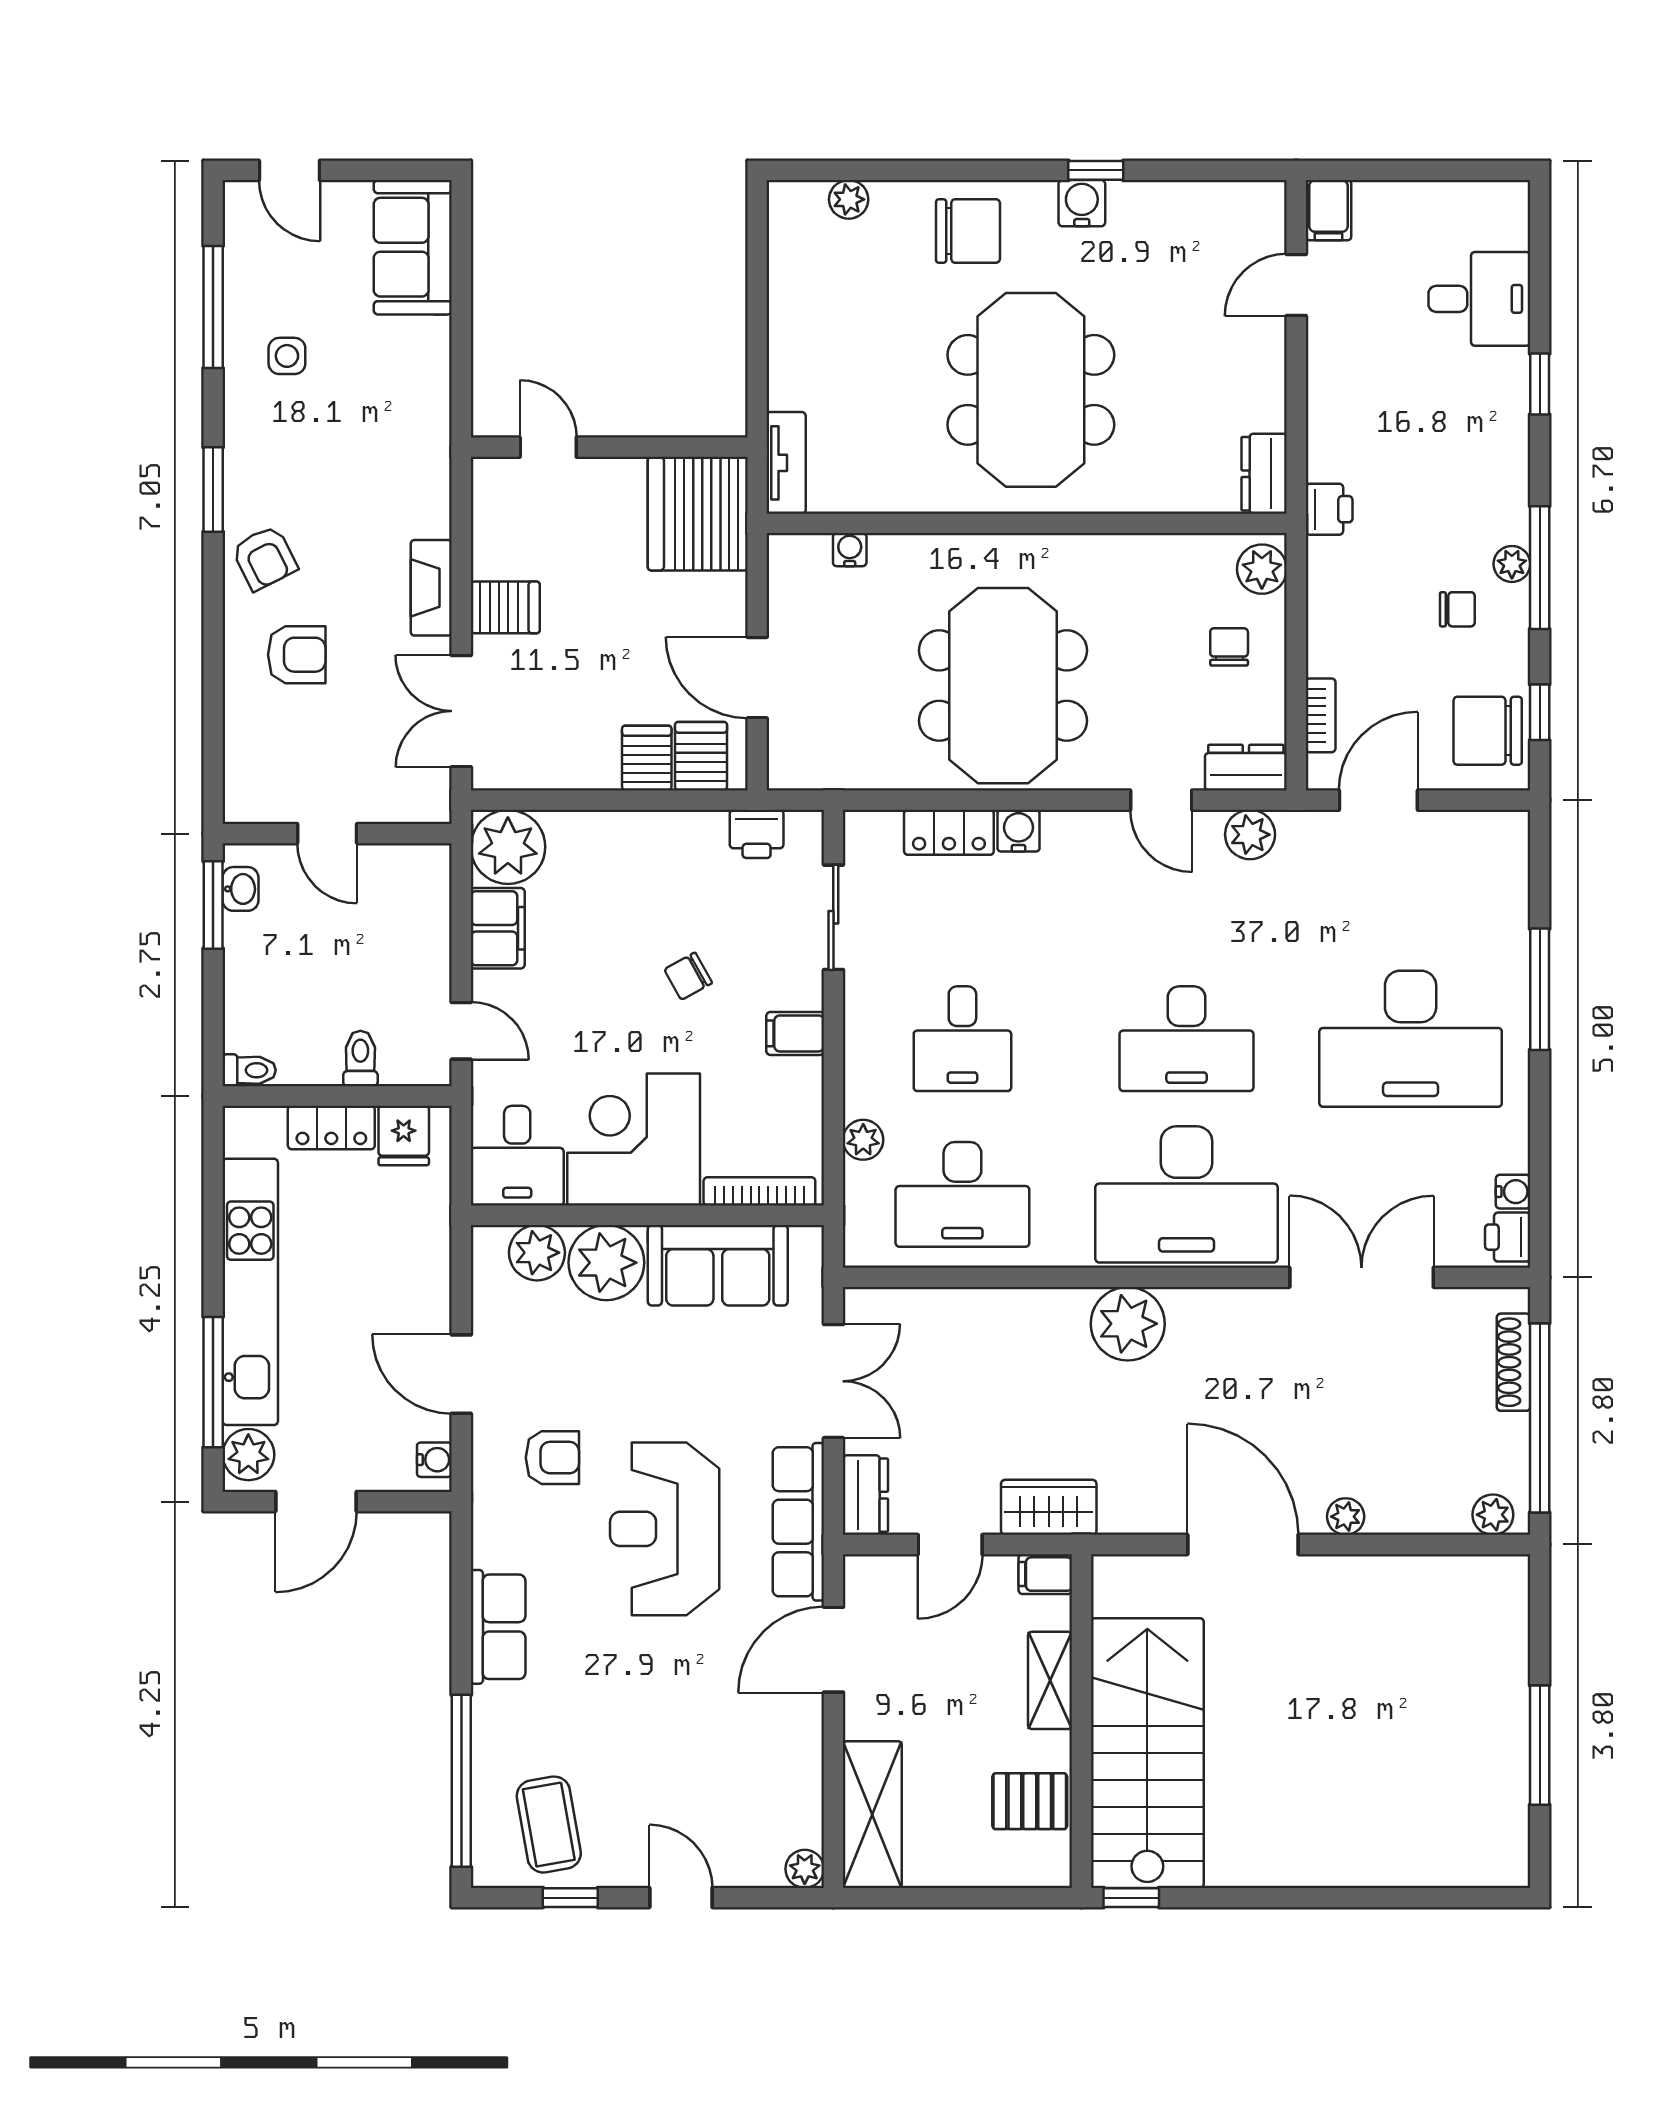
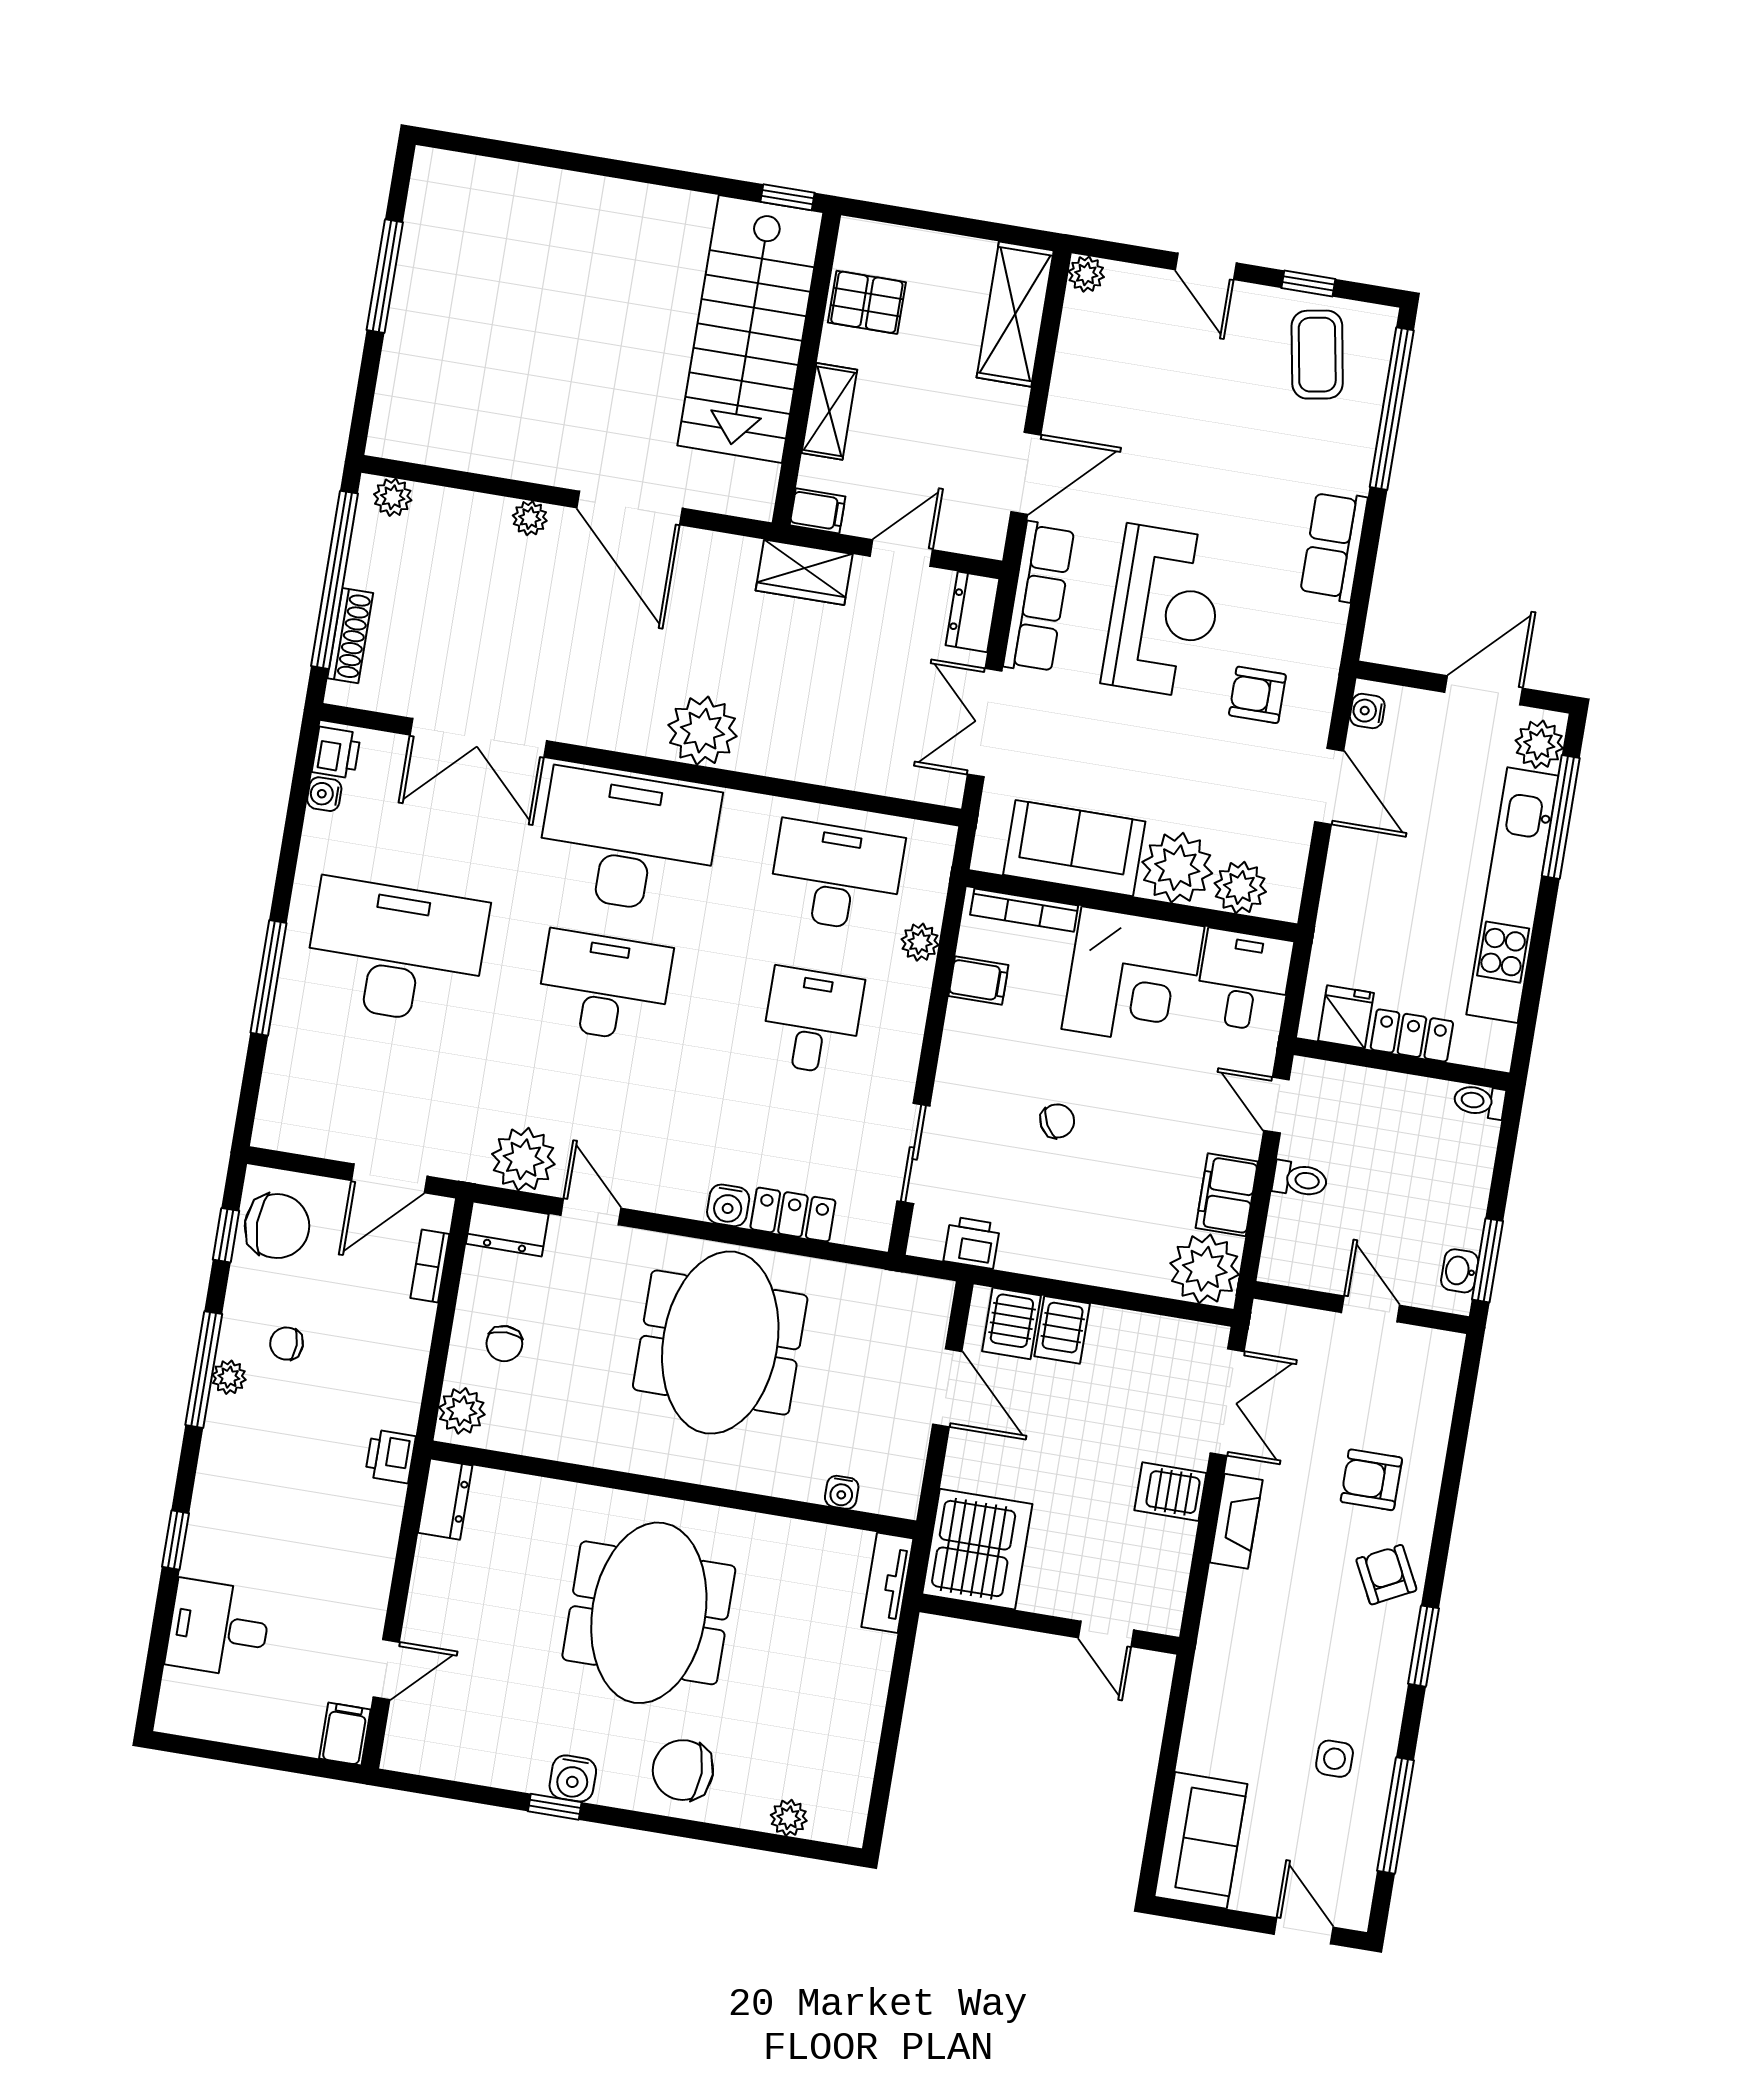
plant: (1250, 835) -> (523, 1159), width x1.36, depth x1.36
filing cabinet: (795, 1033) -> (978, 980), moved
toilet: (360, 1059) -> (1300, 1179), moved, turned -90

